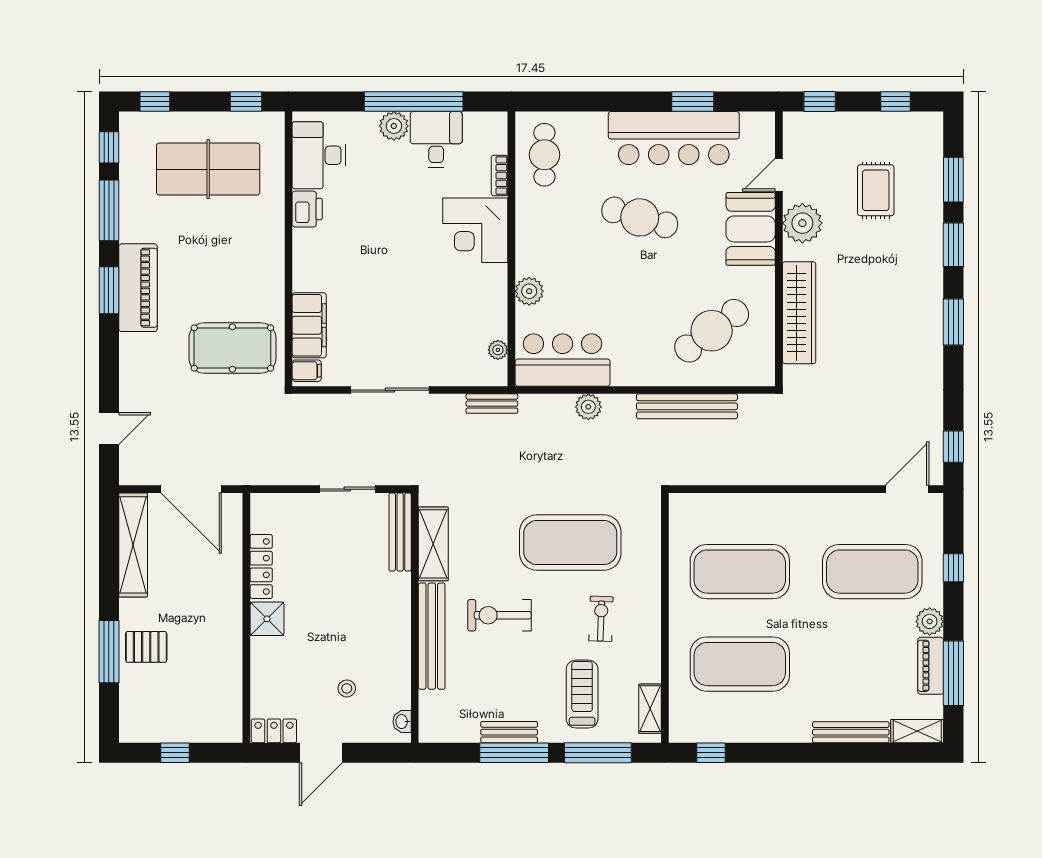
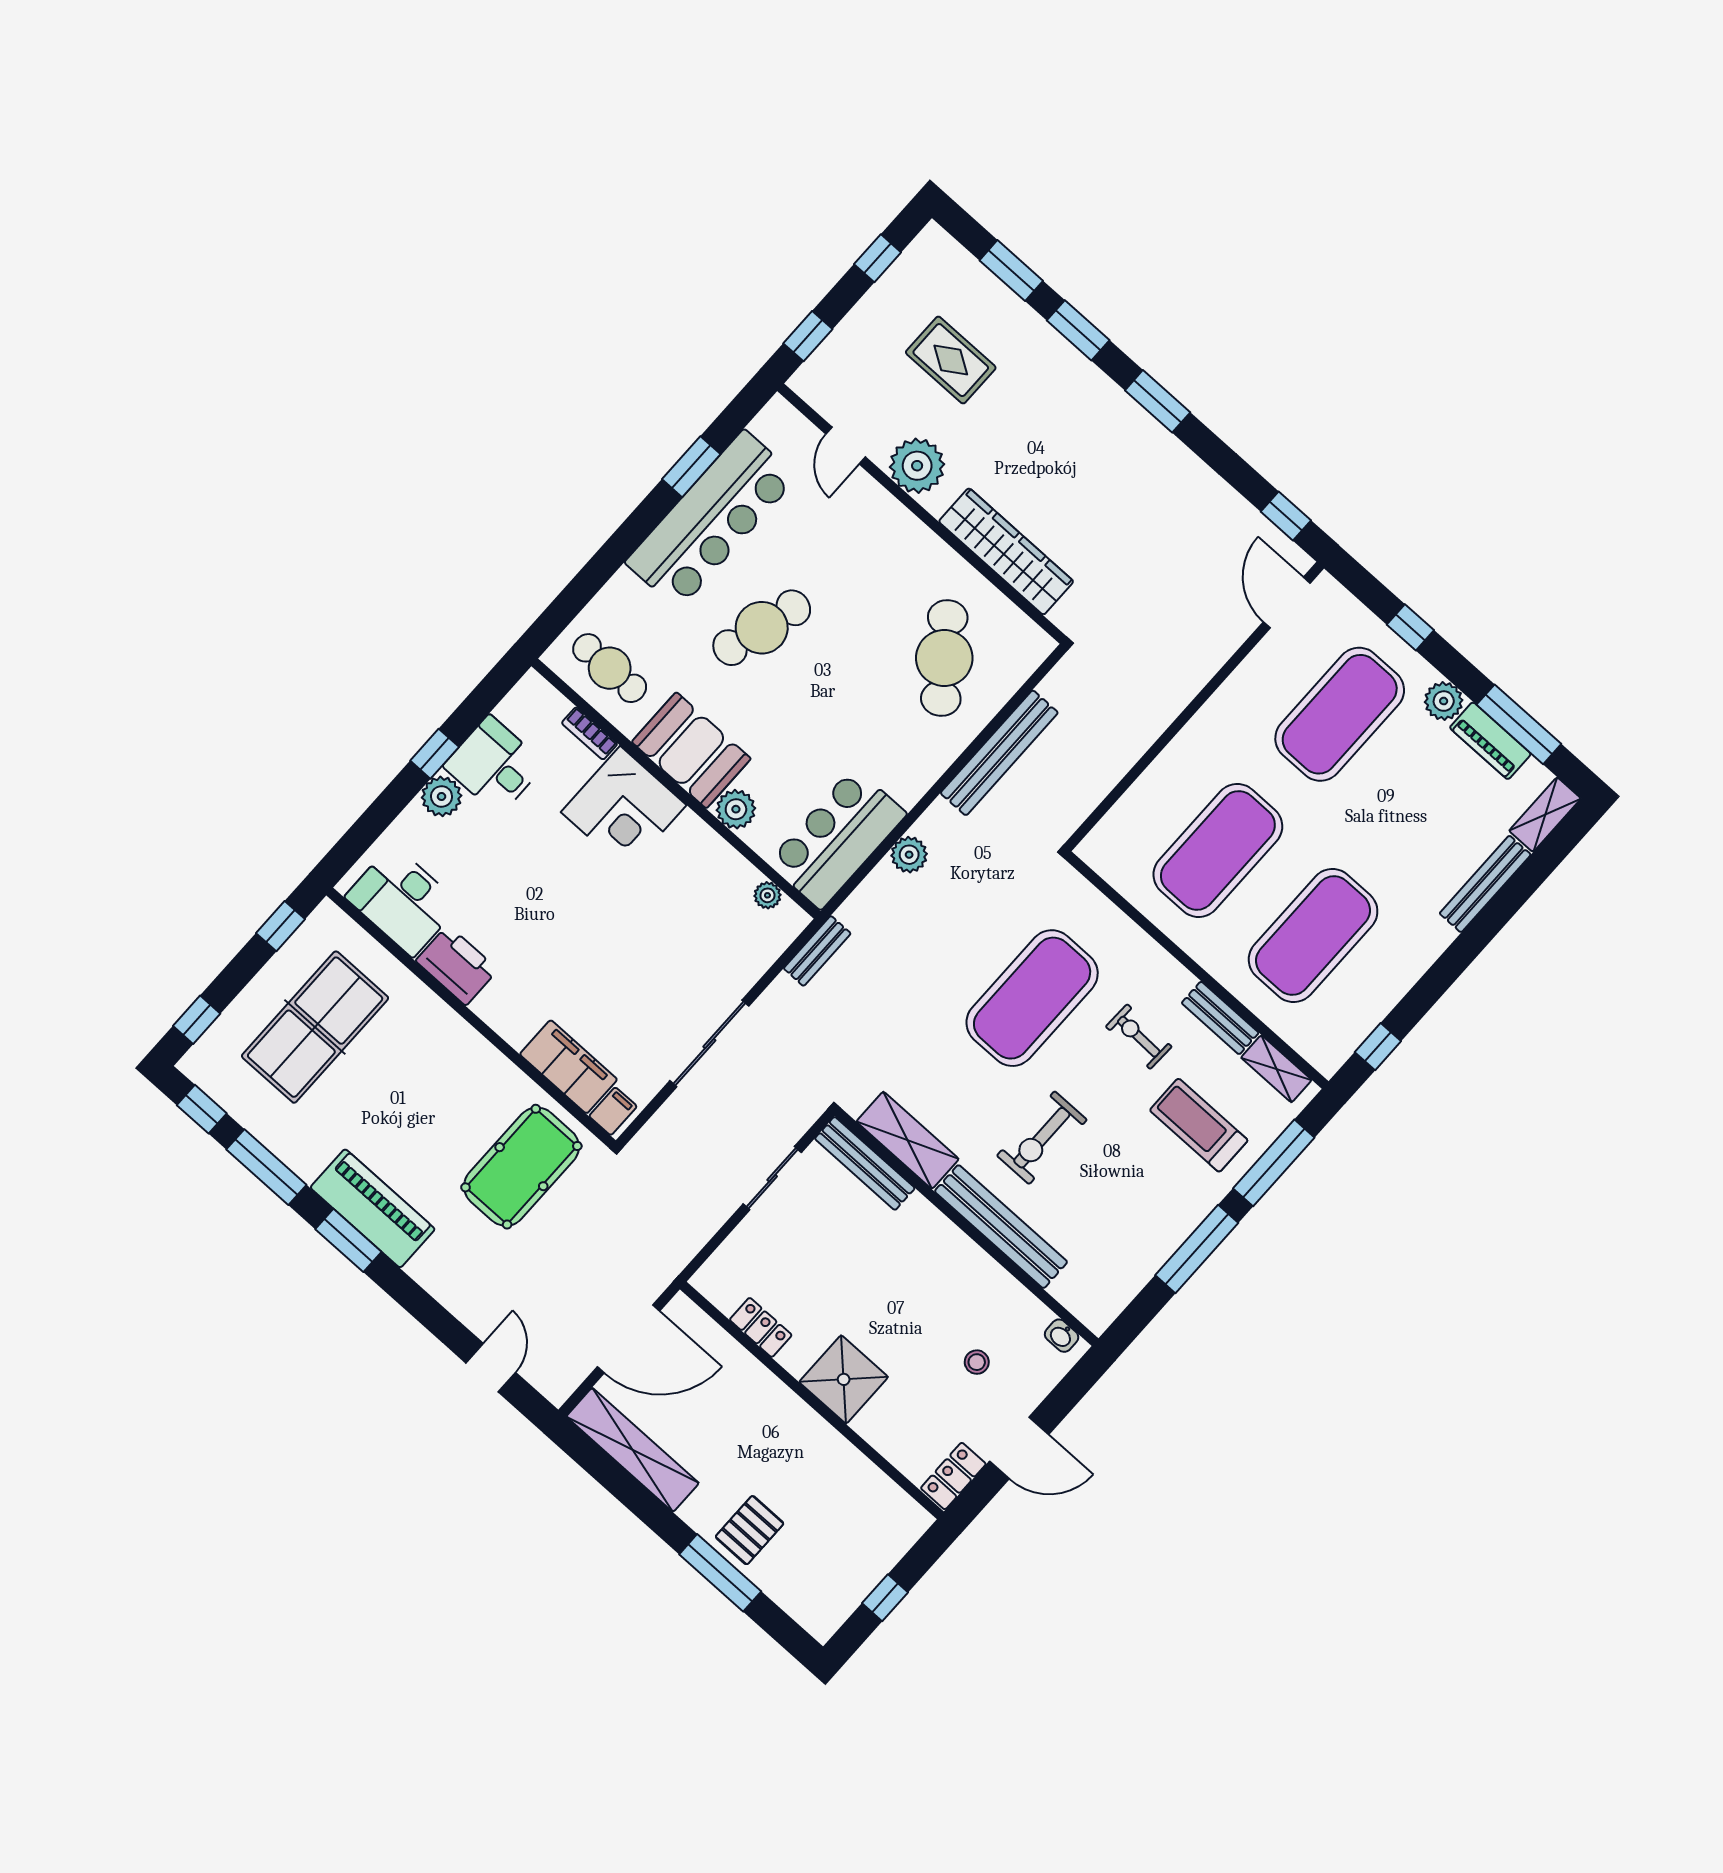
window: (414, 102) -> (435, 754), width x0.32
printer: (307, 209) -> (457, 965), width x1.37, depth x1.19
booth: (751, 229) -> (691, 750), moved
locker: (261, 567) -> (761, 1327), width x0.66
shower: (267, 619) -> (844, 1379), width x1.36, depth x1.36
bench: (509, 732) -> (1220, 1018), moved, turned 90
door: (321, 753) -> (1019, 1448), hinge flipped

